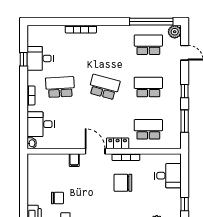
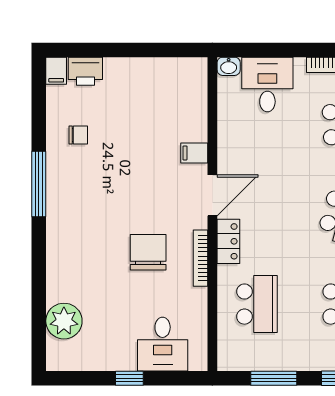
chair: (57, 198) -> (117, 119), removed
window: (185, 204) -> (129, 378), moved

